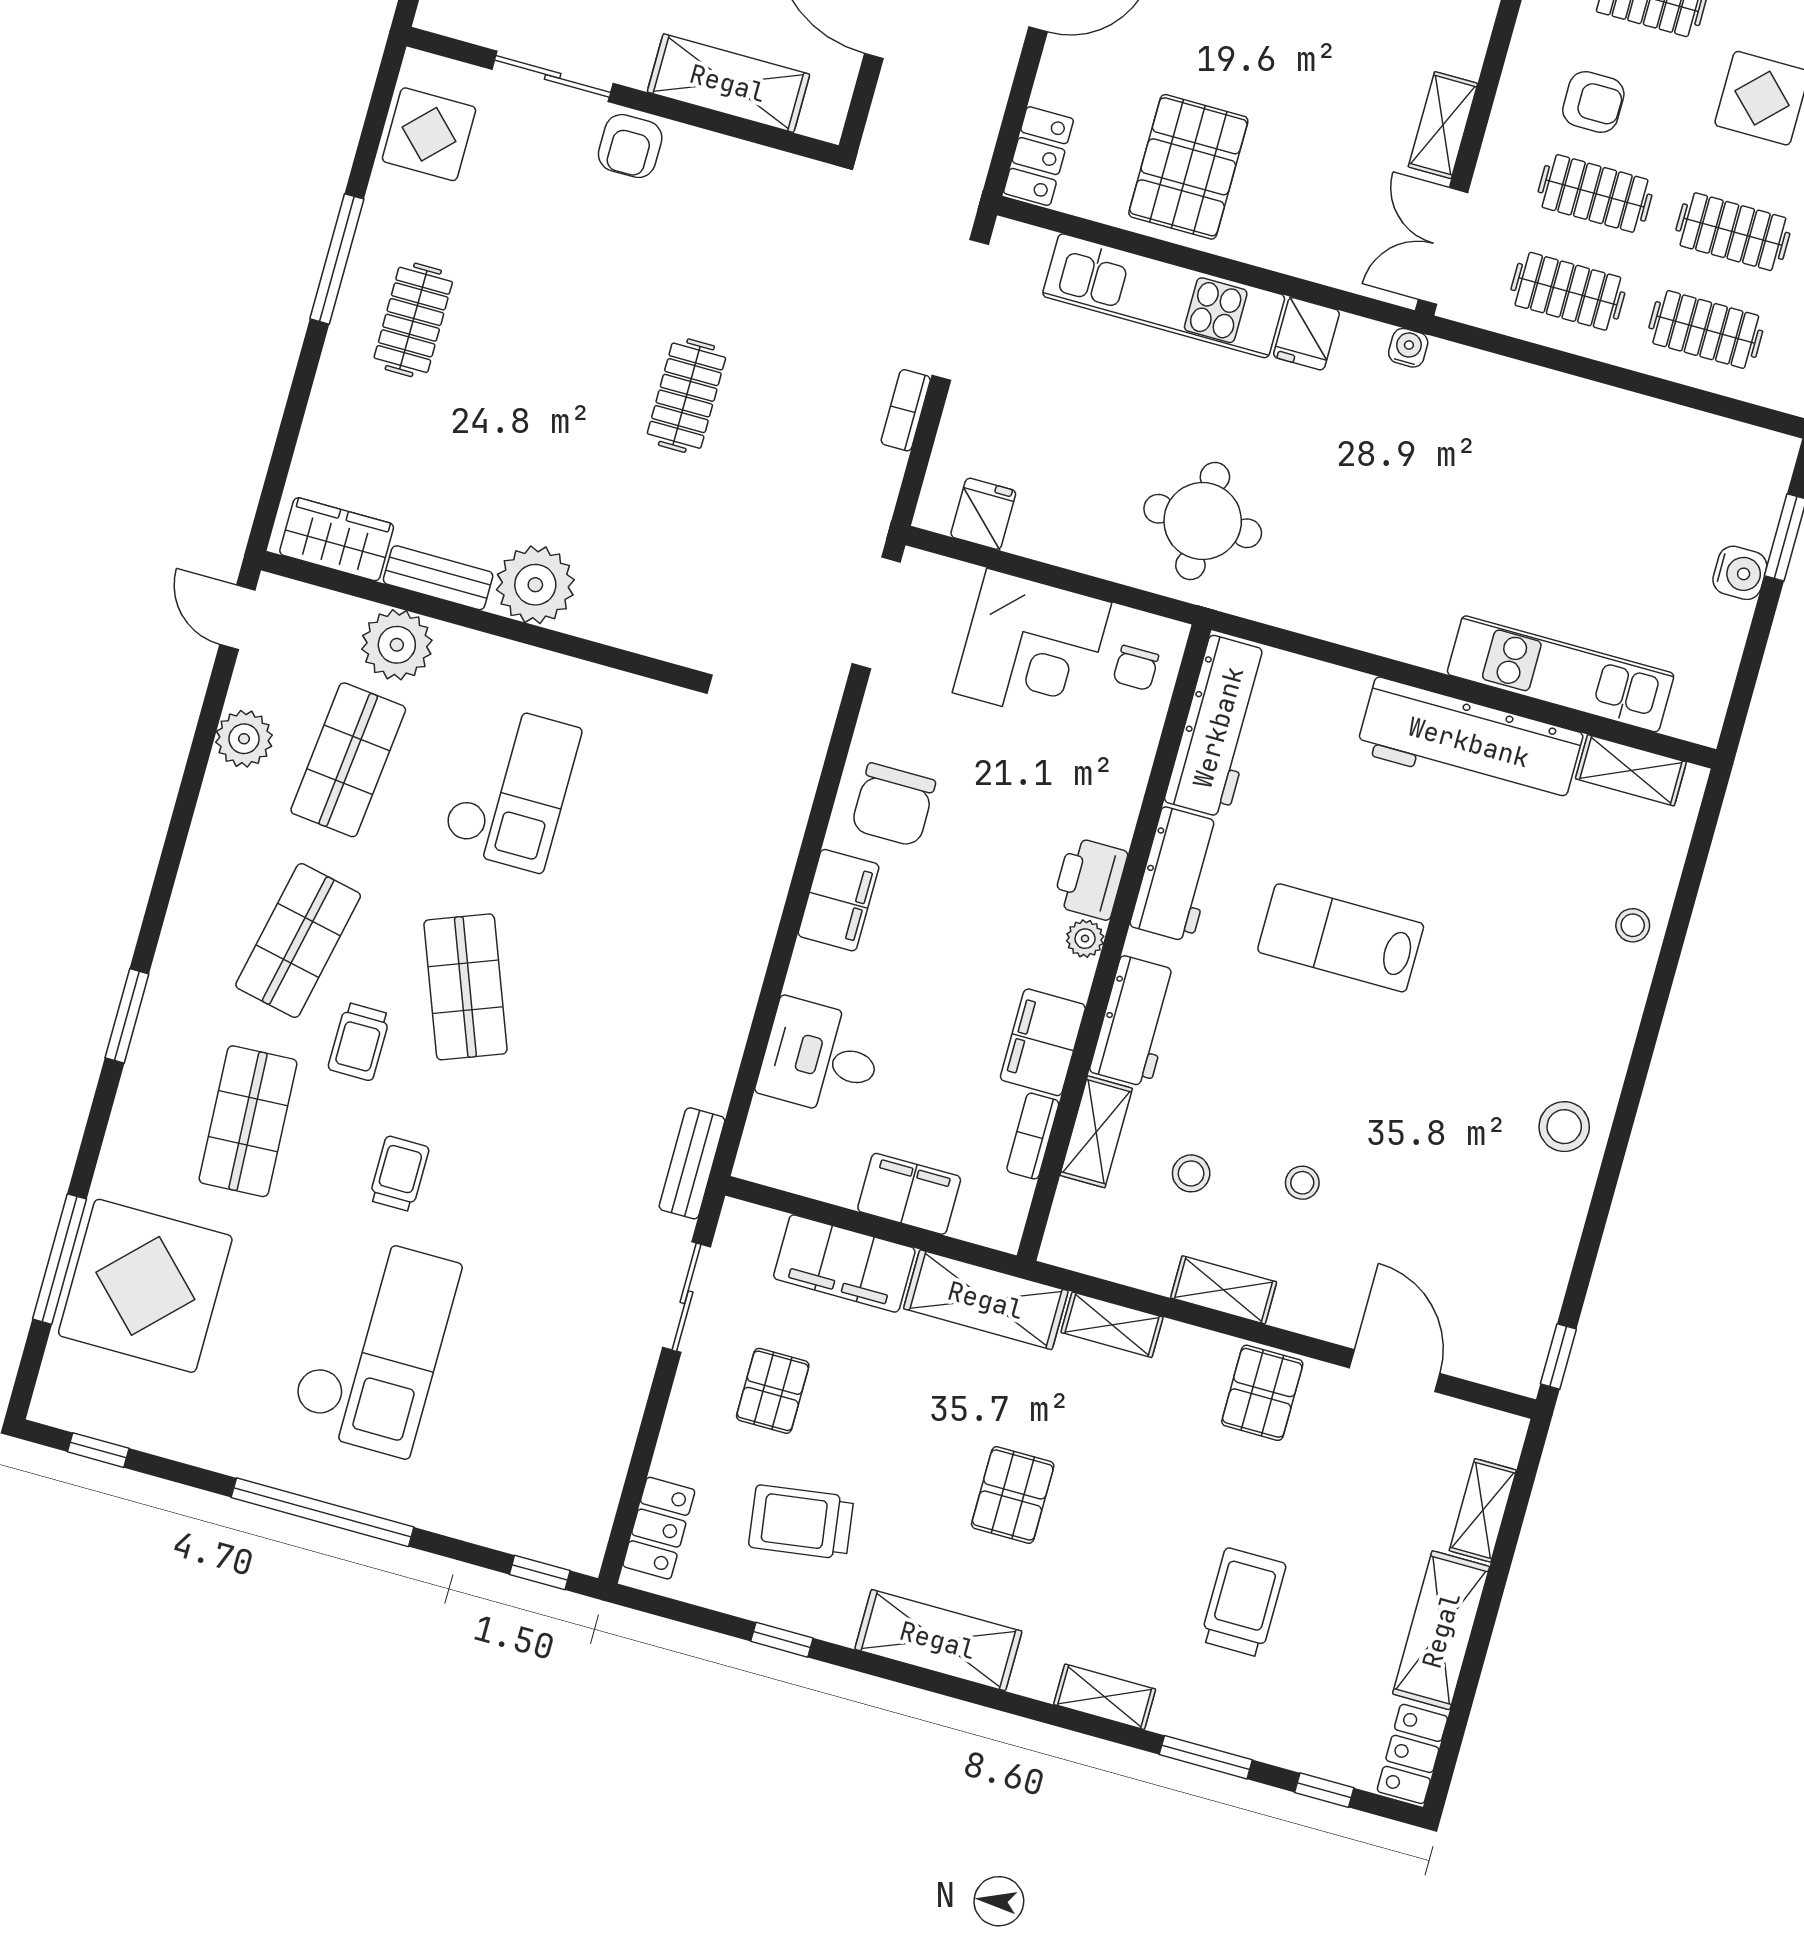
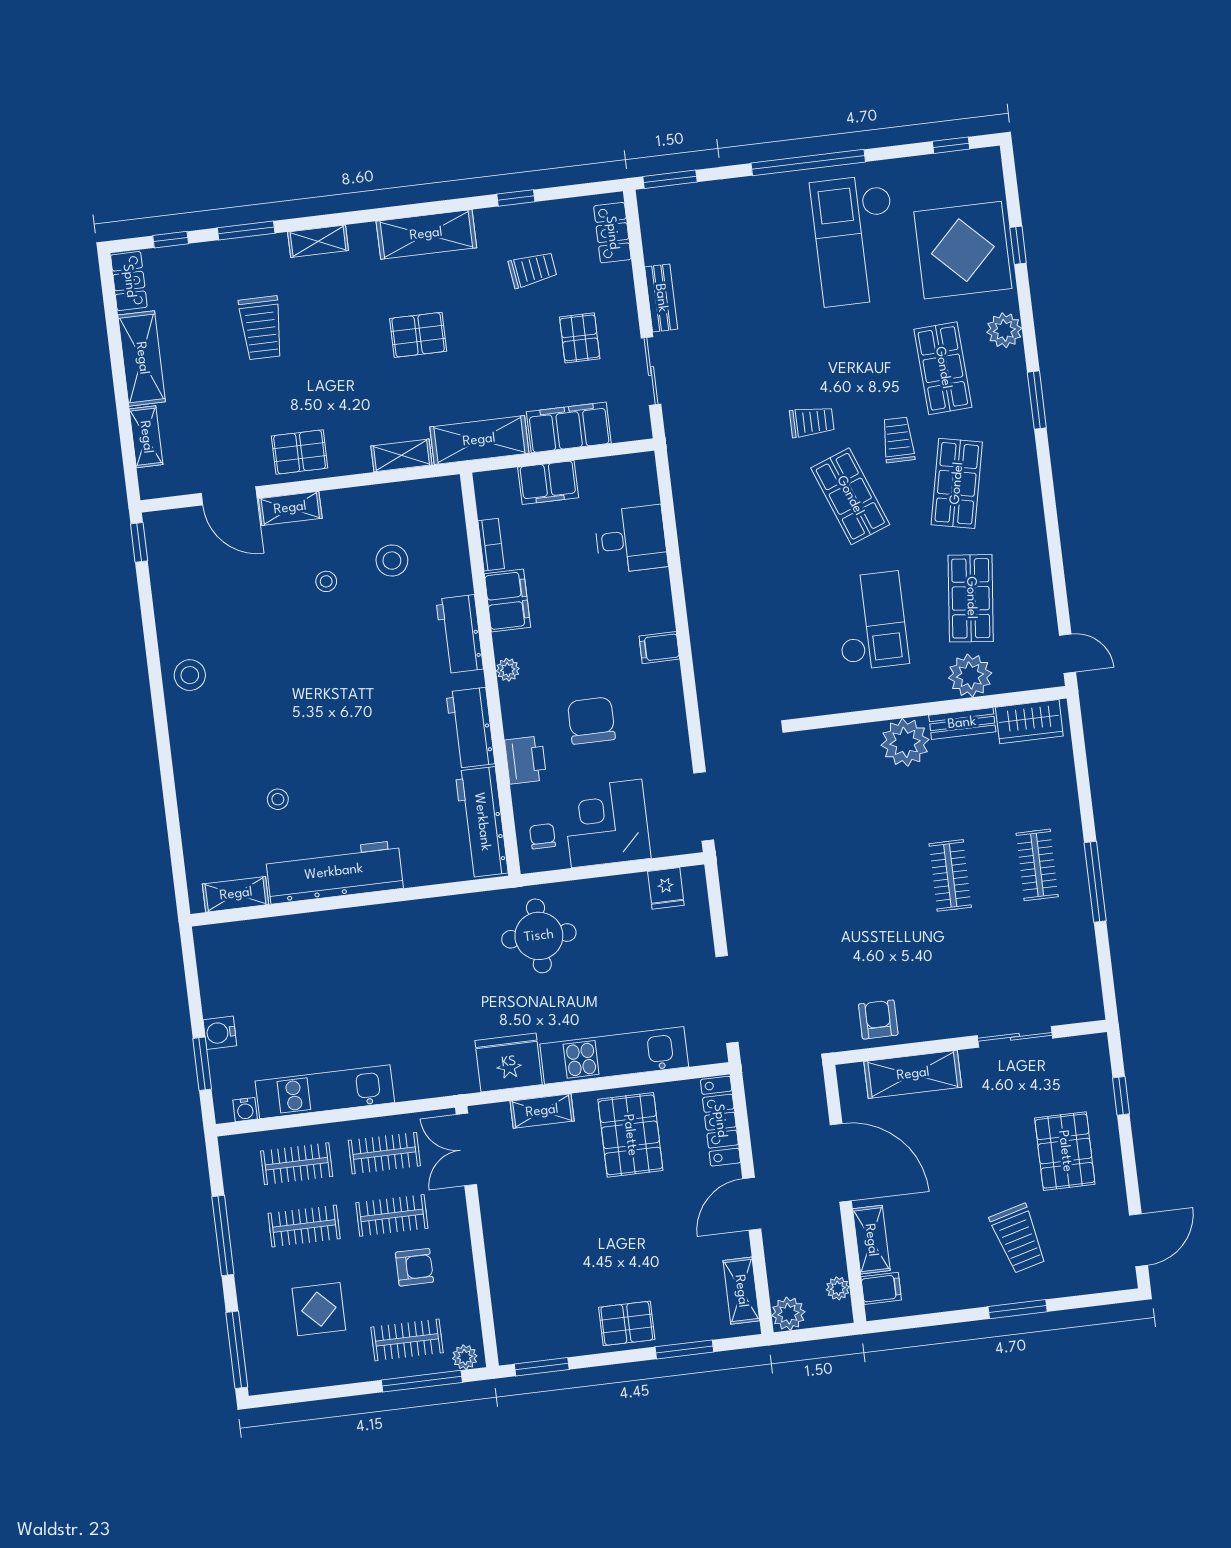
armchair: (1593, 102) -> (414, 1267), turned 180
shelving: (1443, 125) -> (542, 1111), moved, turned 90
display table: (429, 134) -> (1072, 975), removed
armchair: (630, 146) -> (878, 1019), moved
locker: (1039, 156) -> (720, 1121), width x1.53
double door: (1443, 246) -> (466, 1150), swing flipped
fridge: (1306, 334) -> (509, 1062), width x1.88, depth x1.34
water cooler: (1408, 348) -> (245, 1110), moved
clothes rail: (686, 396) -> (950, 875), moved
bookcase: (906, 410) -> (735, 929), removed
kitchen unit: (1561, 674) -> (325, 1092), moved, turned 180
plant: (244, 739) -> (1004, 330), moved
checkout: (511, 787) -> (871, 621), turned 180
chair: (893, 805) -> (591, 721), moved
printer: (1090, 879) -> (526, 760), moved
filing cabinet: (838, 900) -> (659, 648), width x0.50
stool: (1633, 925) -> (278, 799), moved
lab bench: (1341, 938) -> (362, 730), removed
shelving: (1096, 1132) -> (456, 562), removed
bench: (692, 1163) -> (661, 298), moved
stool: (1191, 1173) -> (392, 561), width x1.37, depth x1.37
trolley: (399, 1174) -> (812, 422), moved, turned -90
window: (60, 1259) -> (1018, 245), width x0.46
shelving: (1224, 1290) -> (290, 508), moved
checkout: (375, 1345) -> (856, 240), moved
pallet: (1262, 1393) -> (300, 452), turned 90
pallet: (1013, 1495) -> (418, 335), turned 90
trolley: (801, 1522) -> (533, 270), width x0.73, depth x0.72
window: (540, 1572) -> (670, 179), width x1.50

